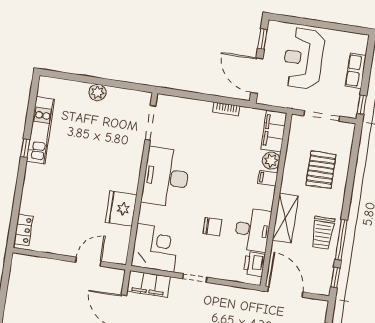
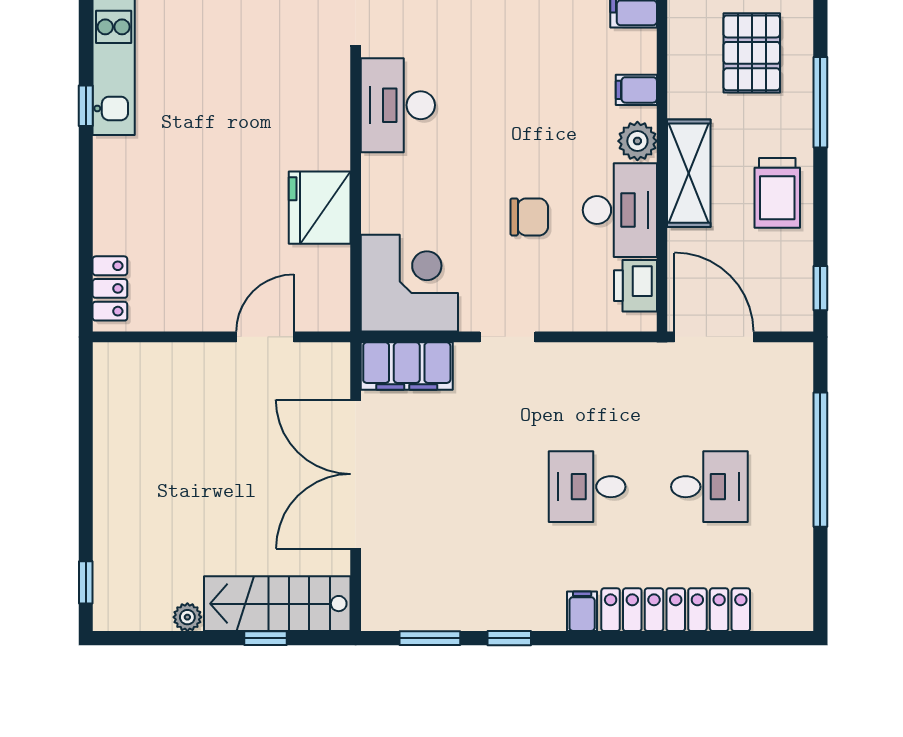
plant: (271, 161) -> (637, 141), moved
desk: (166, 177) -> (398, 105), width x0.73, depth x0.77
window: (341, 240) -> (820, 102), moved

